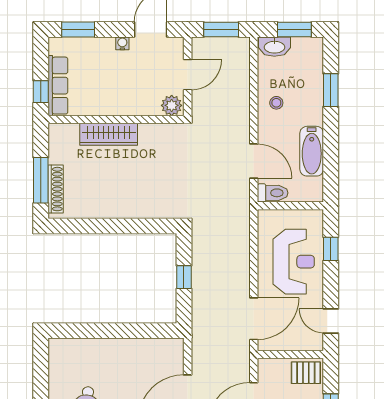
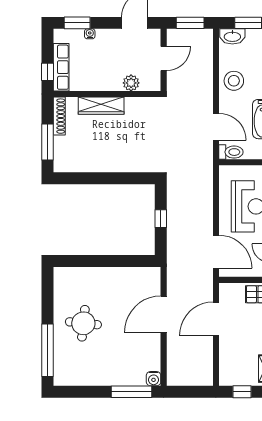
water cooler: (122, 43) -> (90, 34), moved
stool: (276, 103) -> (234, 81), width x1.89, depth x1.89
plant: (172, 105) -> (131, 83), moved
shoe rack: (56, 189) -> (59, 116), moved
door: (254, 319) -> (216, 252), hinge flipped

